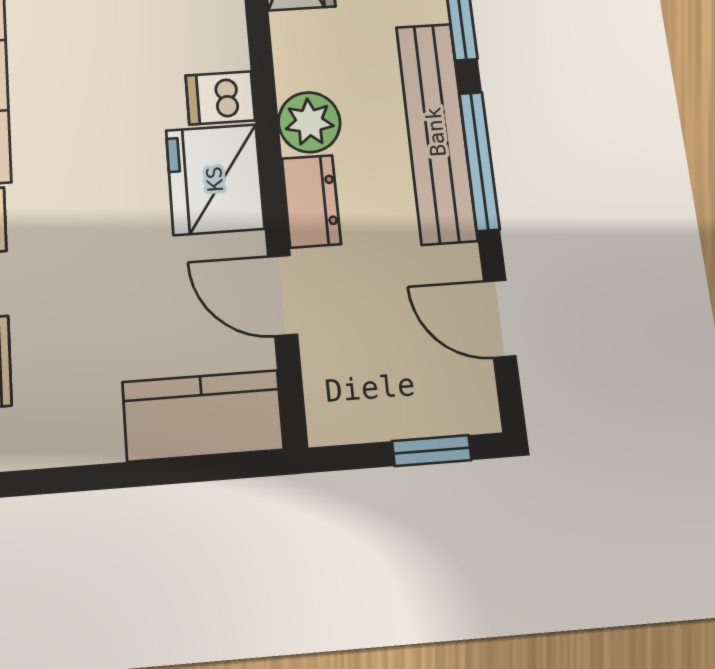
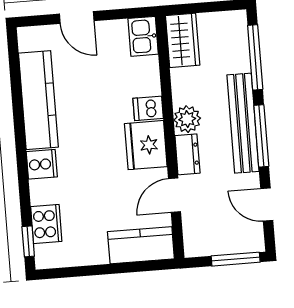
door: (282, 295) -> (175, 195), hinge flipped
window: (432, 451) -> (236, 259), width x1.50

